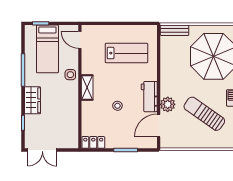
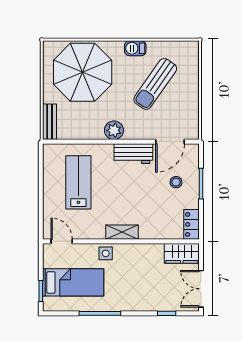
door: (80, 40) -> (62, 241), swing flipped
wardrobe: (32, 100) -> (182, 253), moved, turned 180
plant: (168, 104) -> (114, 130), moved
stool: (117, 106) -> (176, 182), moved
door: (159, 125) -> (170, 142), hinge flipped
double door: (42, 150) -> (201, 289), swing flipped

